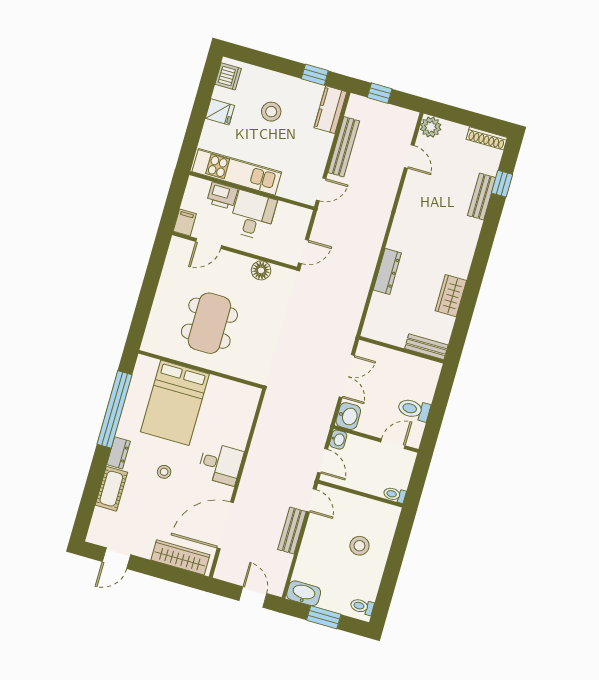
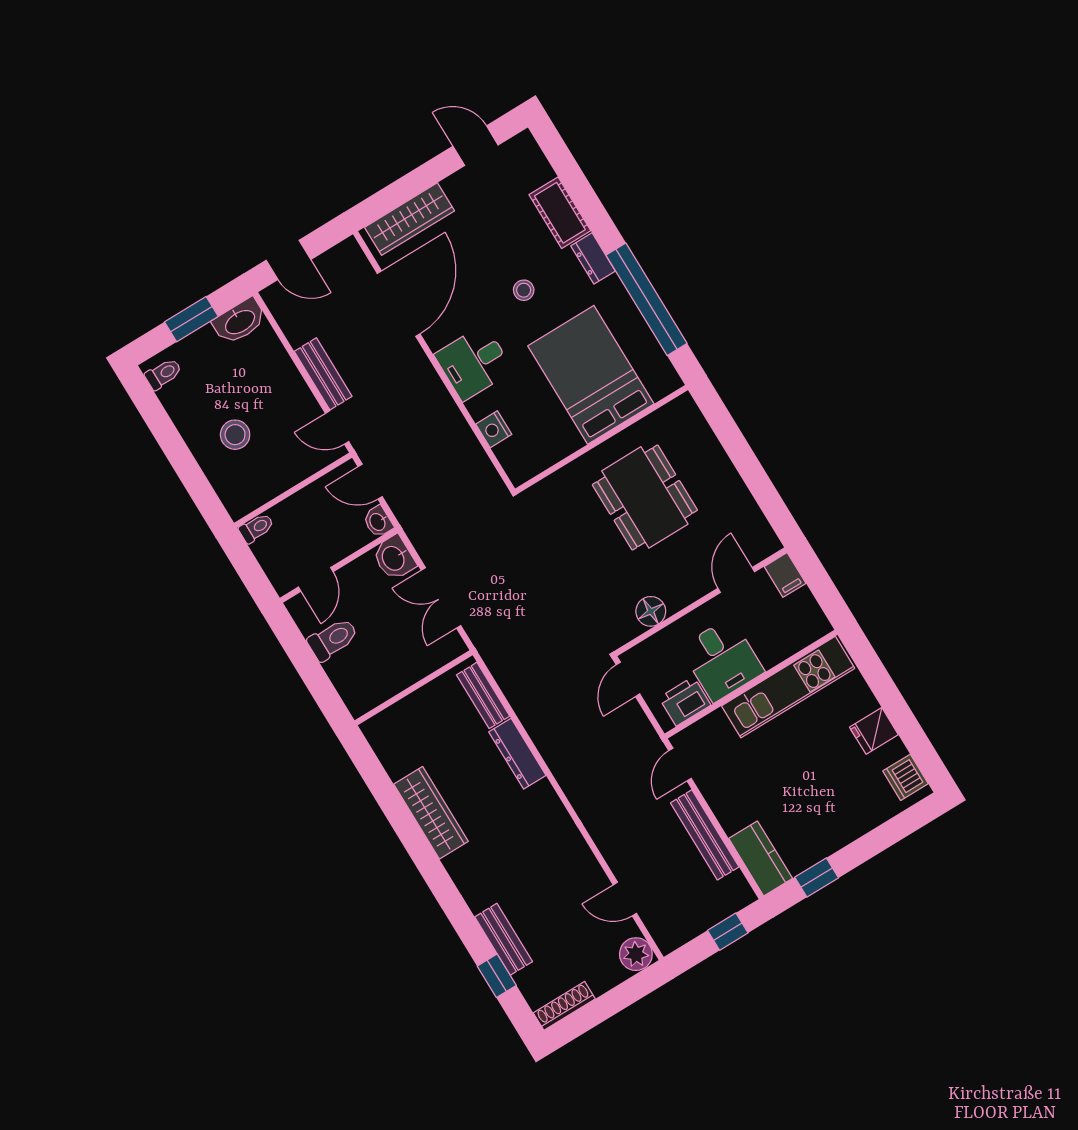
stool: (271, 112) -> (820, 789), removed
printer: (222, 196) -> (685, 701), moved
wardrobe: (451, 296) -> (431, 813), width x1.50
bench: (426, 347) -> (483, 695), moved, turned 90
nightstand: (243, 425) -> (494, 429), added
door: (116, 558) -> (476, 146), hinge flipped

